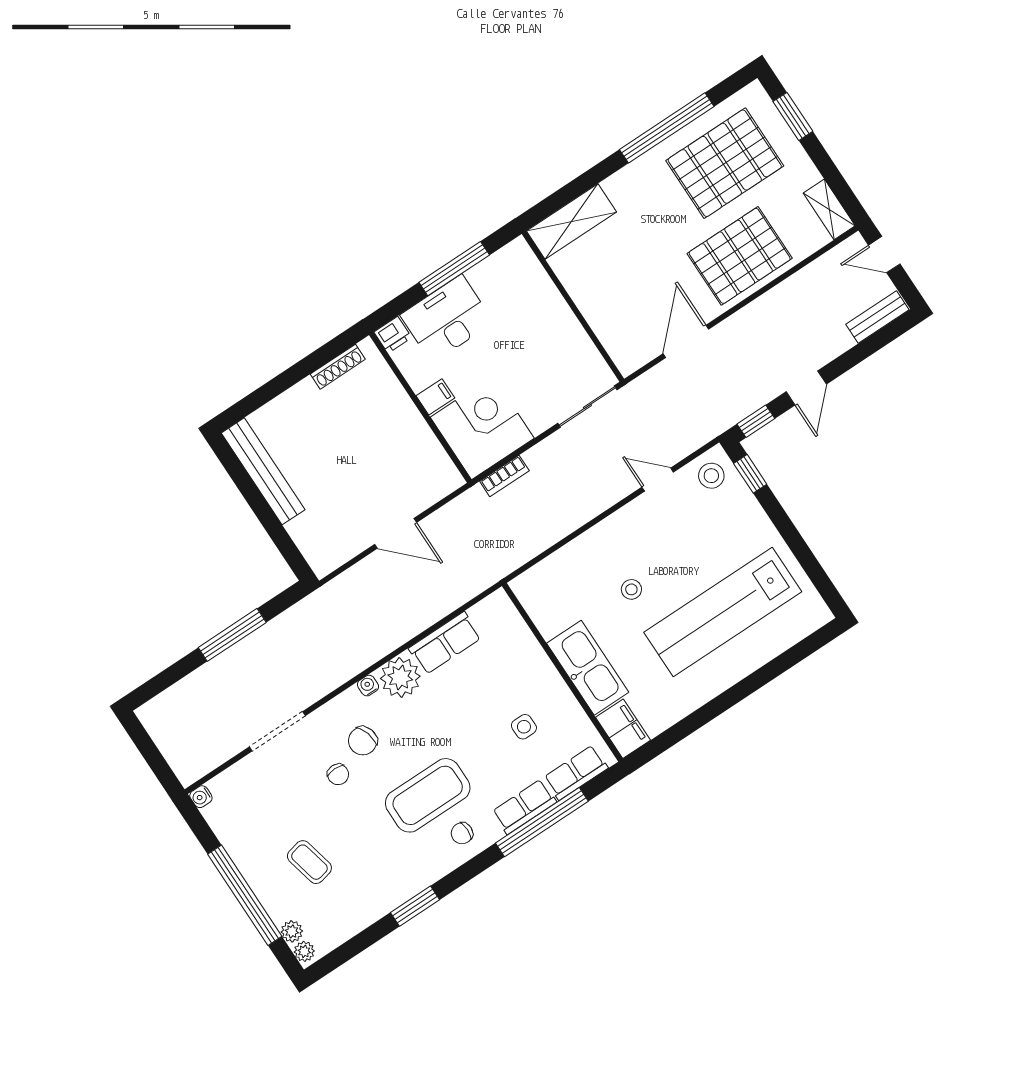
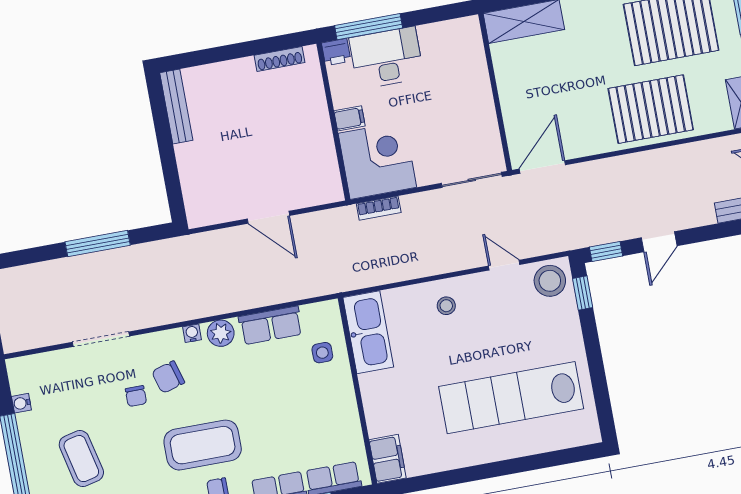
window: (454, 269) -> (369, 27), moved
door: (686, 341) -> (542, 167), moved
bench: (263, 471) -> (176, 106), width x0.73, depth x0.82
stool: (711, 476) -> (550, 281), width x1.38, depth x1.38
stool: (631, 589) -> (446, 306), moved
kitchen sink: (588, 668) -> (368, 332), moved
plant: (400, 677) -> (221, 333), width x0.73, depth x0.73
side table: (524, 727) -> (322, 353), moved
water cooler: (201, 797) -> (21, 403), moved
coffee table: (309, 862) -> (81, 459), width x1.36, depth x1.30

